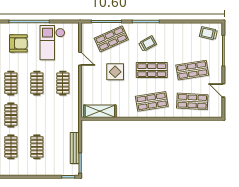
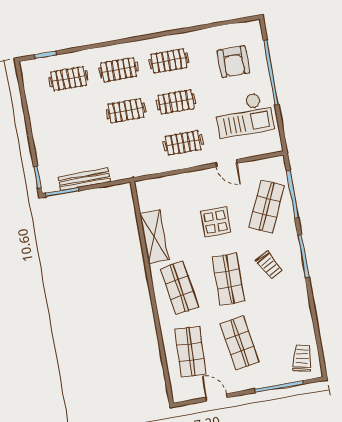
shop shelf: (111, 39) -> (267, 207), turned 48
checkout: (52, 43) -> (244, 115), turned 180
door: (80, 59) -> (226, 163), hinge flipped
door: (223, 90) -> (216, 398), hinge flipped
shelving: (100, 111) -> (154, 237), moved
clothes rail: (37, 147) -> (126, 111), moved

